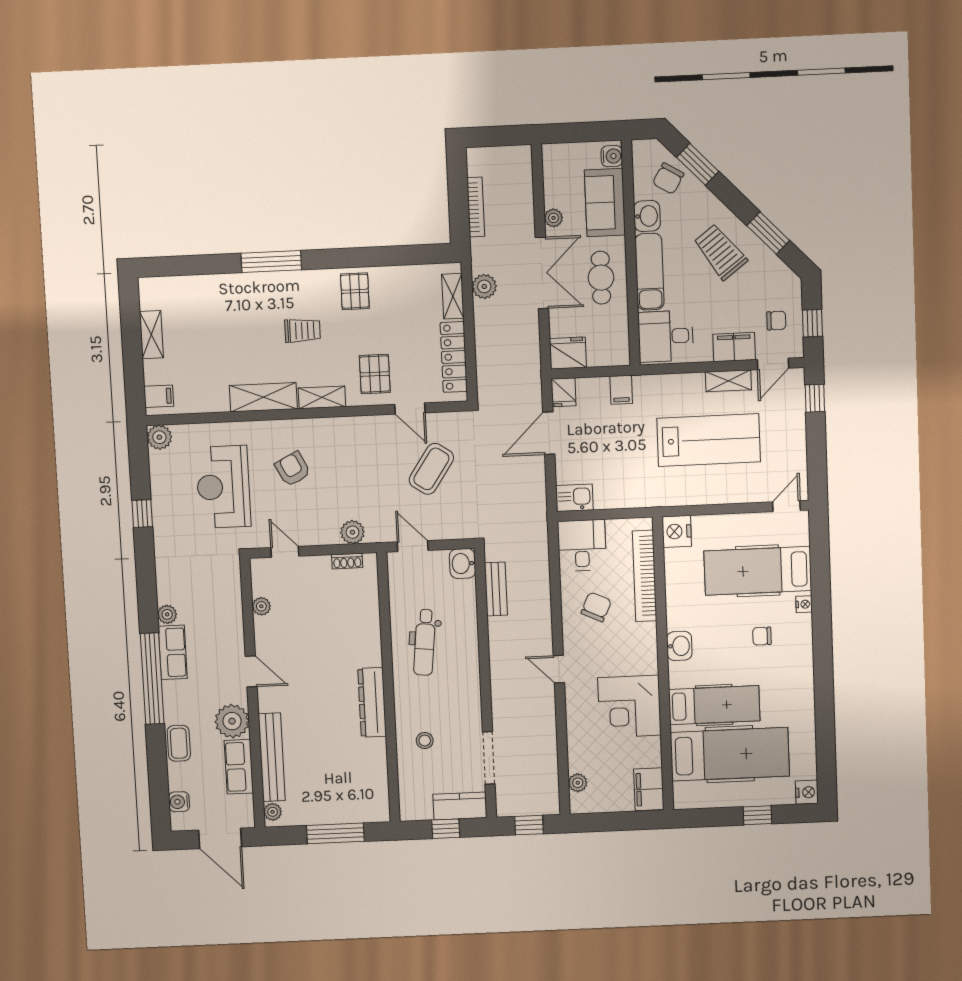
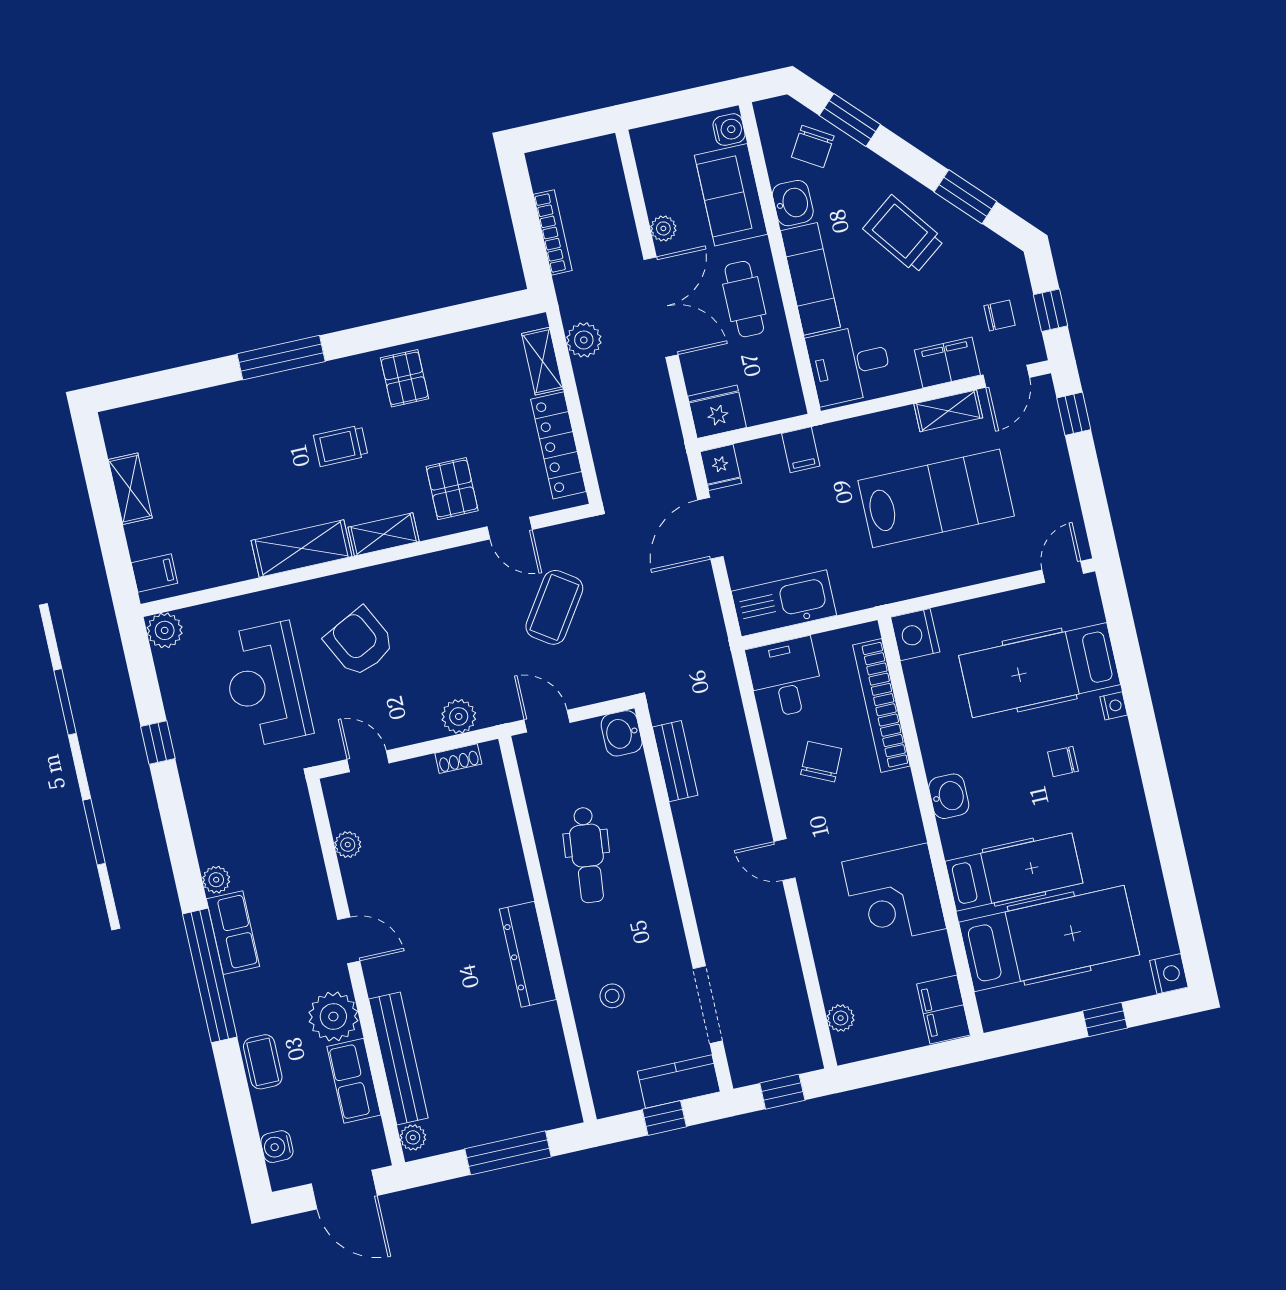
trolley: (303, 330) -> (341, 446), turned 180
armchair: (293, 469) -> (360, 642), width x1.38, depth x1.38
kitchen sink: (574, 498) -> (784, 603), width x1.88, depth x1.24

